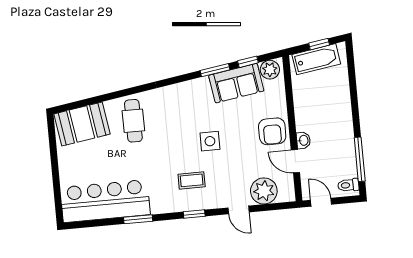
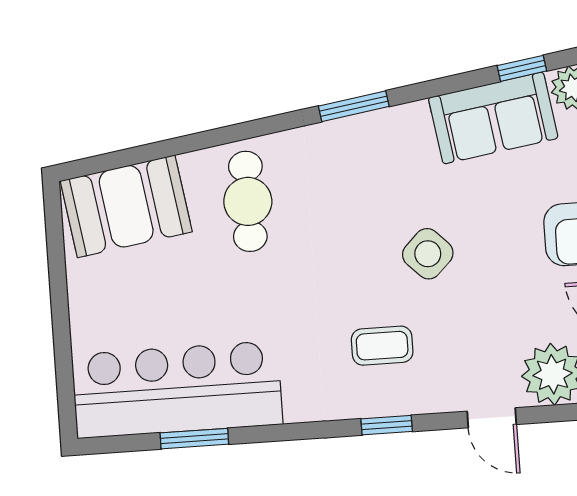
window: (215, 70) -> (354, 106), moved
side table: (210, 141) -> (428, 254), turned 45
window: (138, 219) -> (194, 439), moved

